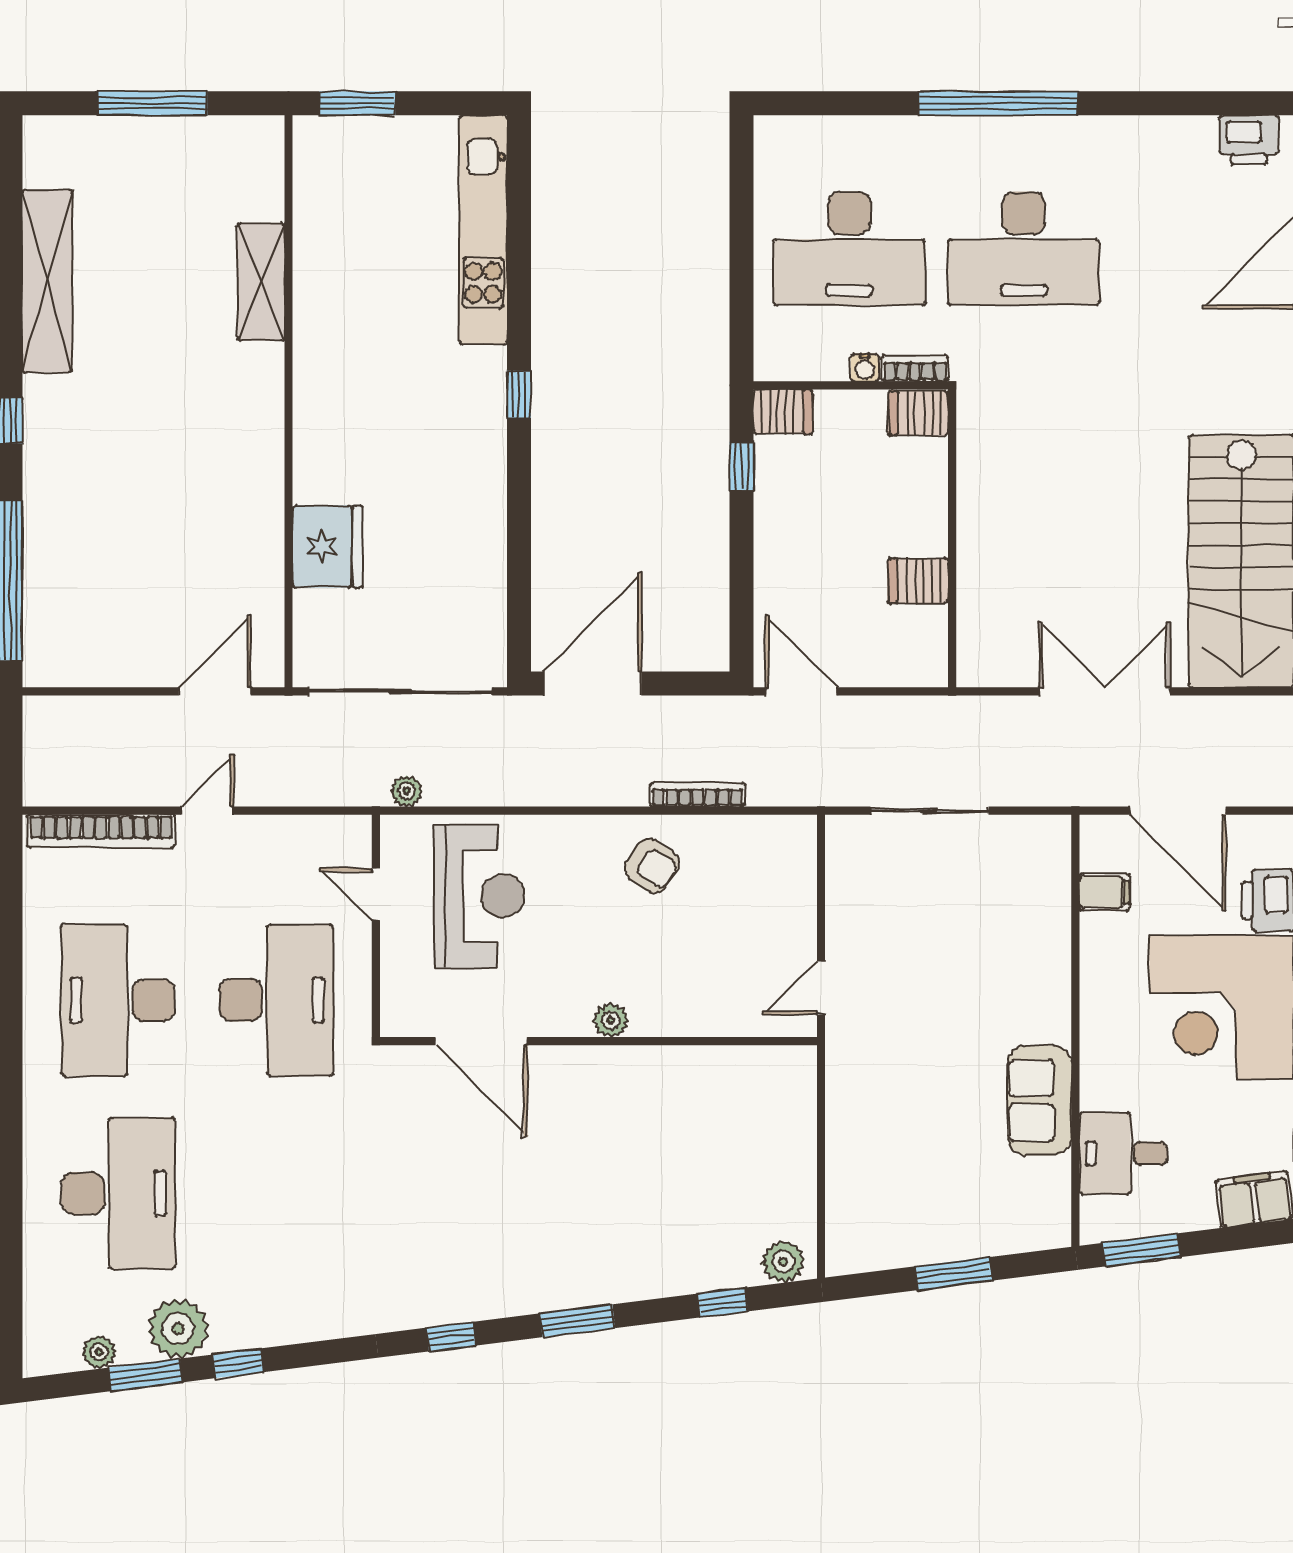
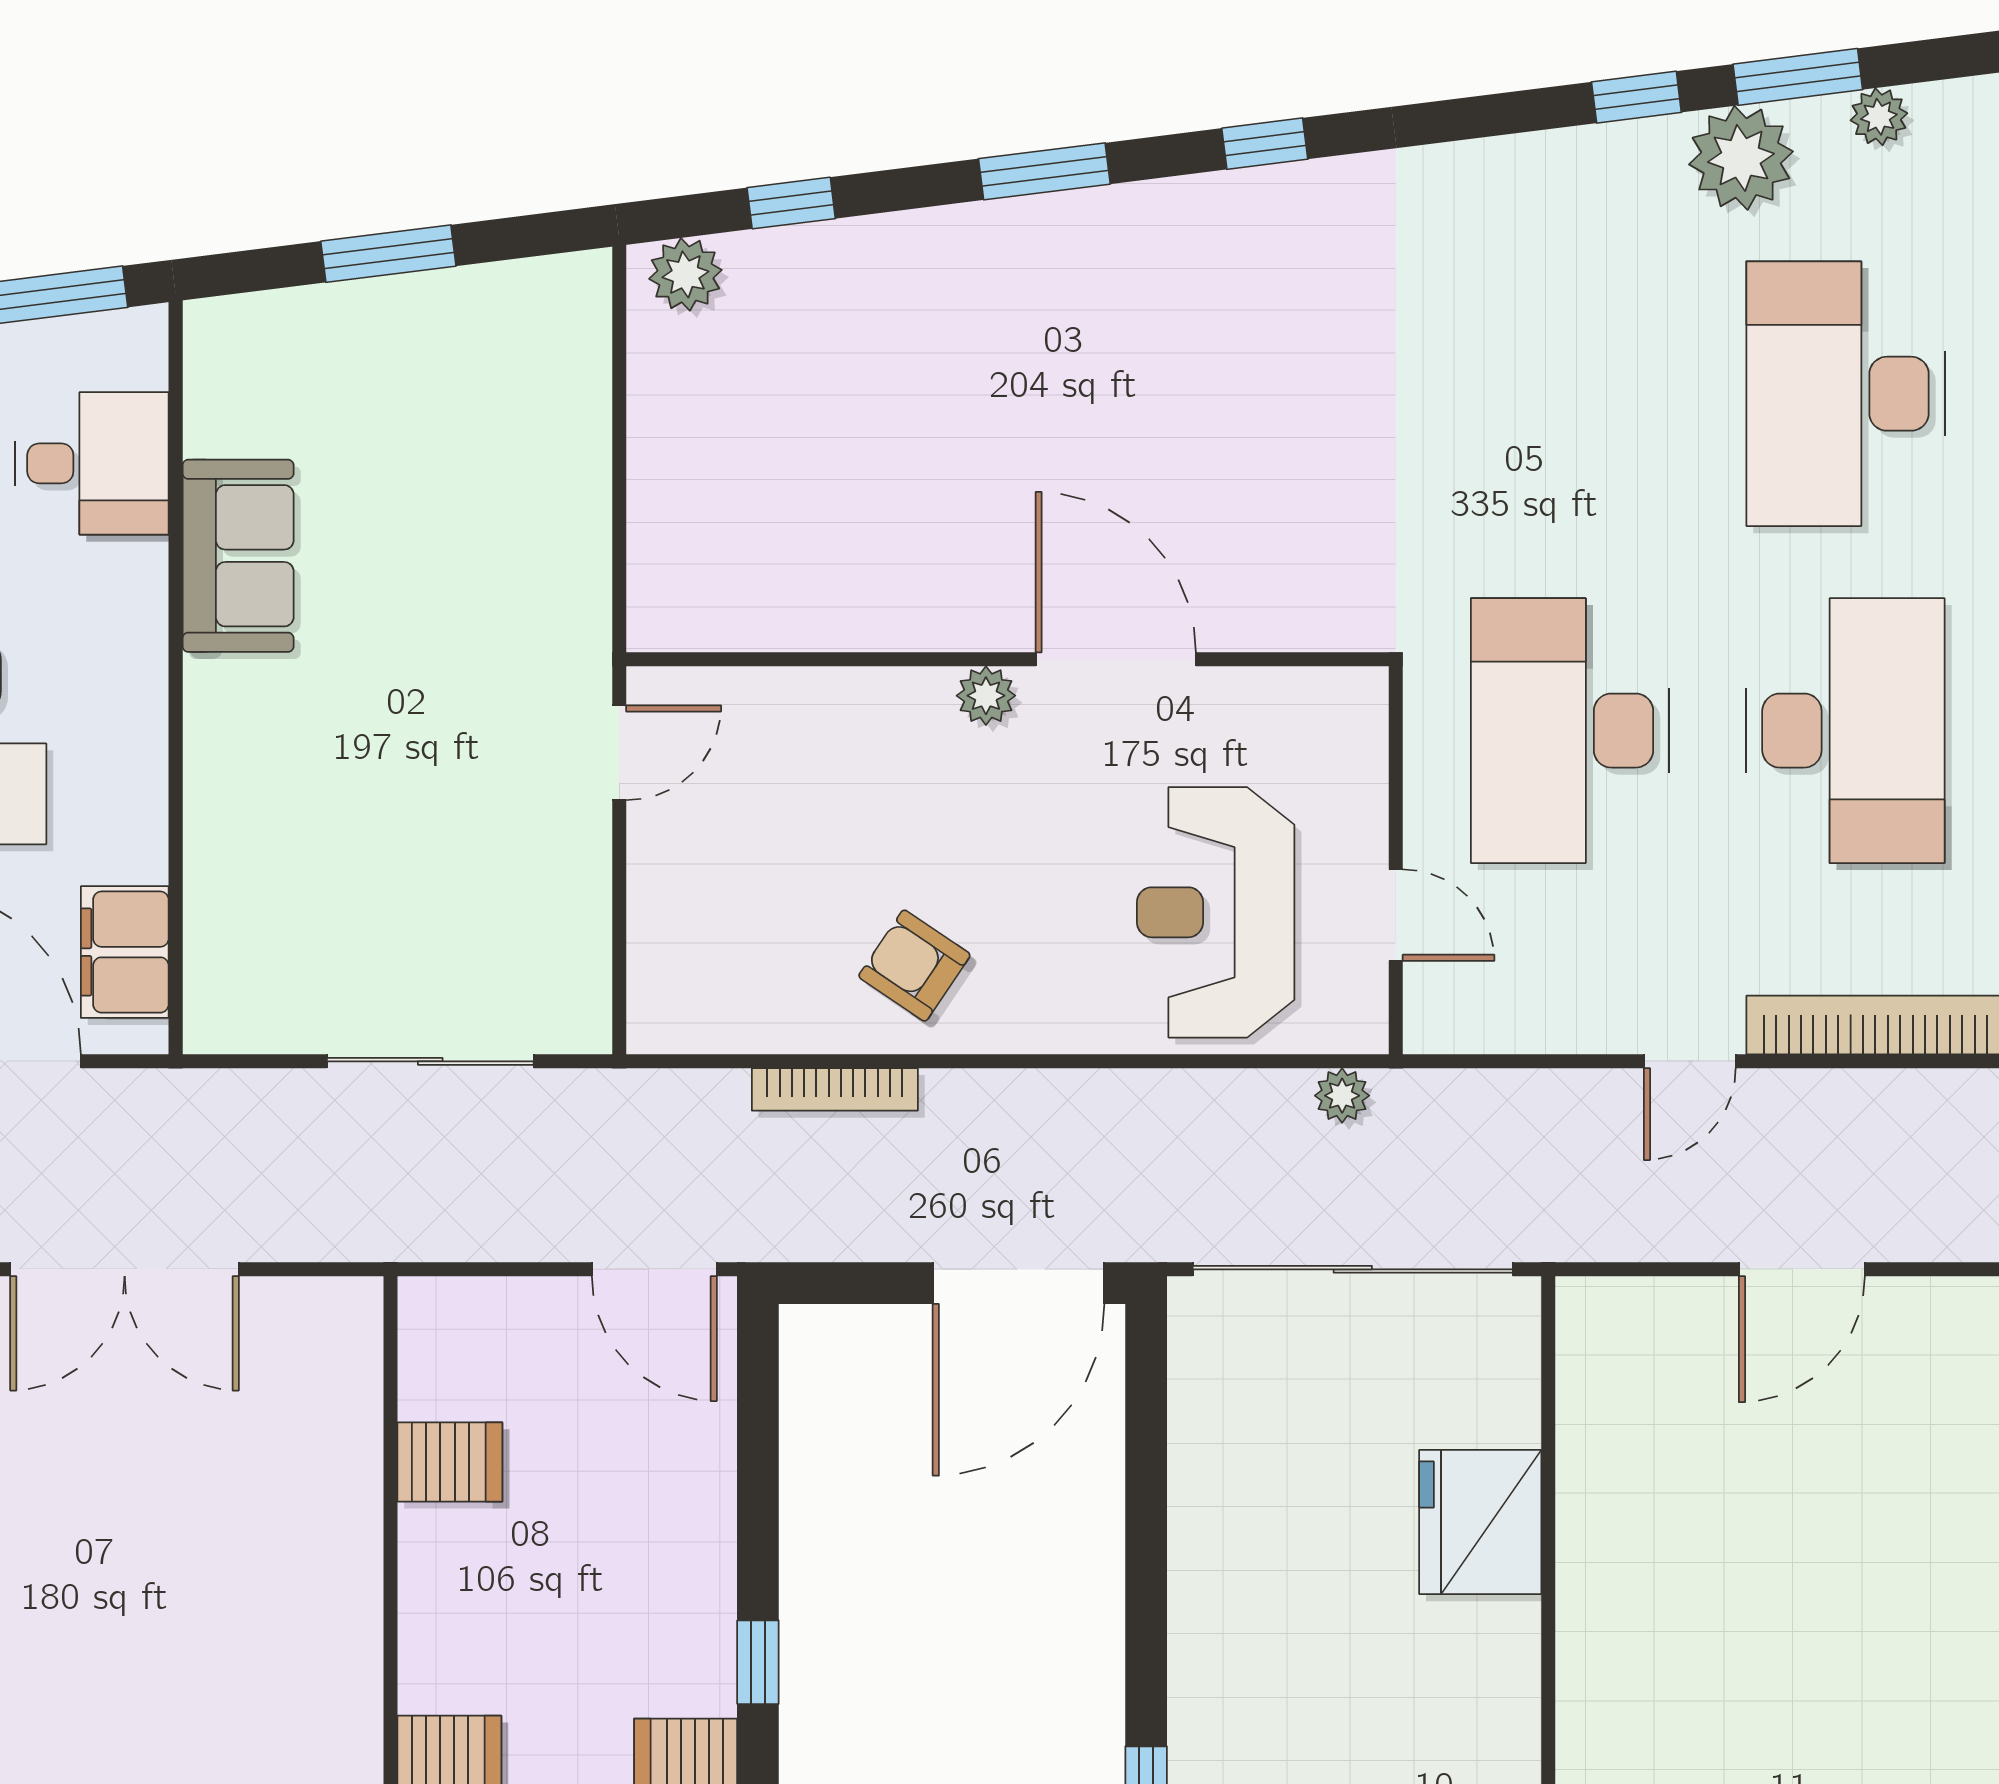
door: (215, 691) -> (1802, 1269), moved
filing cabinet: (1104, 892) -> (125, 952), width x2.00
door: (481, 1041) -> (1116, 659), moved

